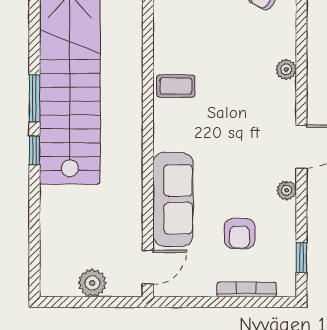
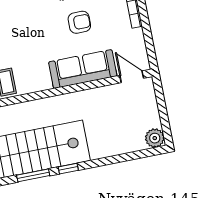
armchair: (240, 233) -> (79, 22), moved
plant: (92, 283) -> (155, 138), moved

